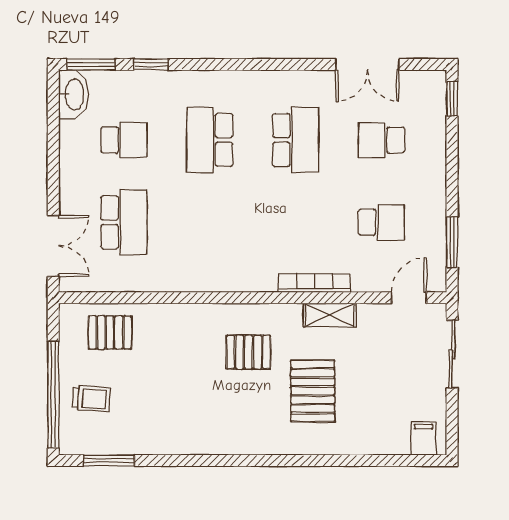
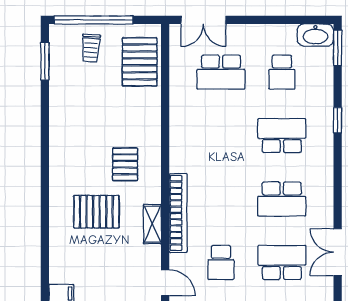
window: (151, 64) -> (338, 120), moved
school desk: (381, 140) -> (282, 262), width x1.85
bookcase: (314, 283) -> (178, 213), width x1.48, depth x1.31
pallet: (110, 332) -> (140, 62), width x1.50, depth x1.42

